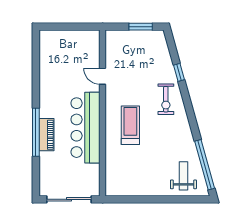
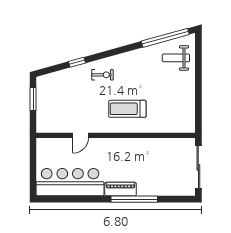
exercise bike: (166, 99) -> (103, 75), width x0.73, depth x0.72
bar counter: (85, 128) -> (70, 182), moved, turned 180
piano: (47, 135) -> (121, 189), moved

